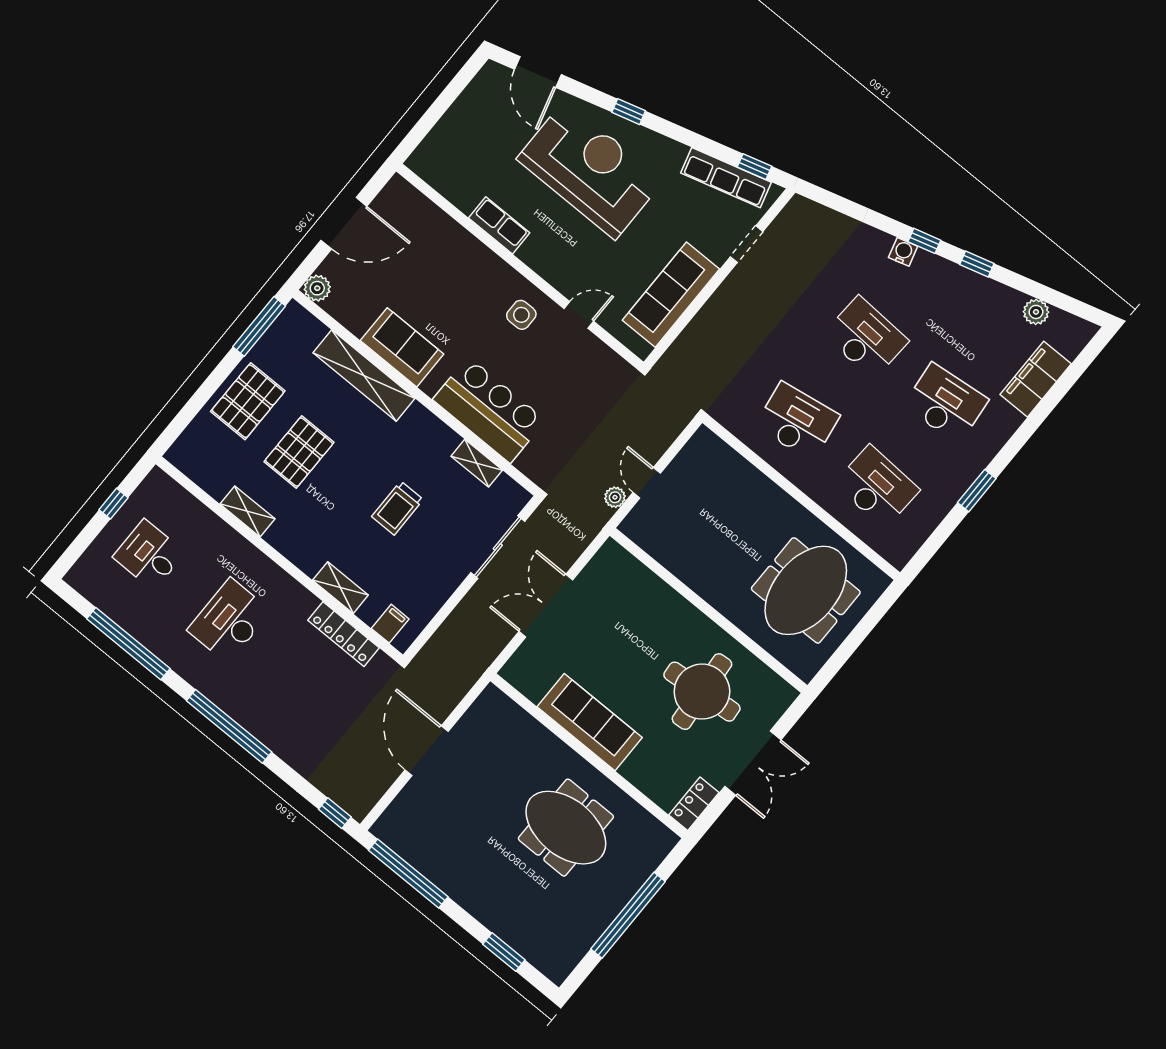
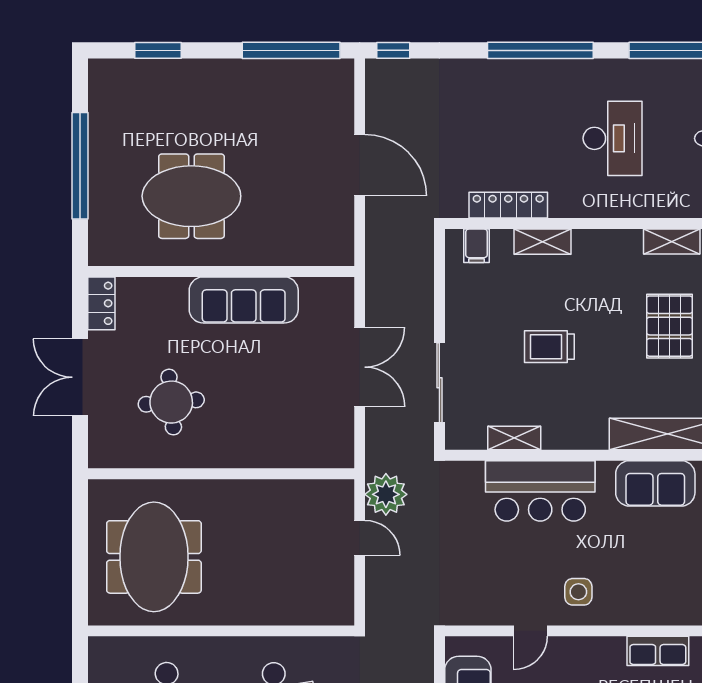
plant: (615, 497) -> (386, 494), width x1.88, depth x1.88
trolley: (397, 508) -> (549, 347), turned -90
round table: (702, 692) -> (171, 402), width x0.73, depth x0.73

